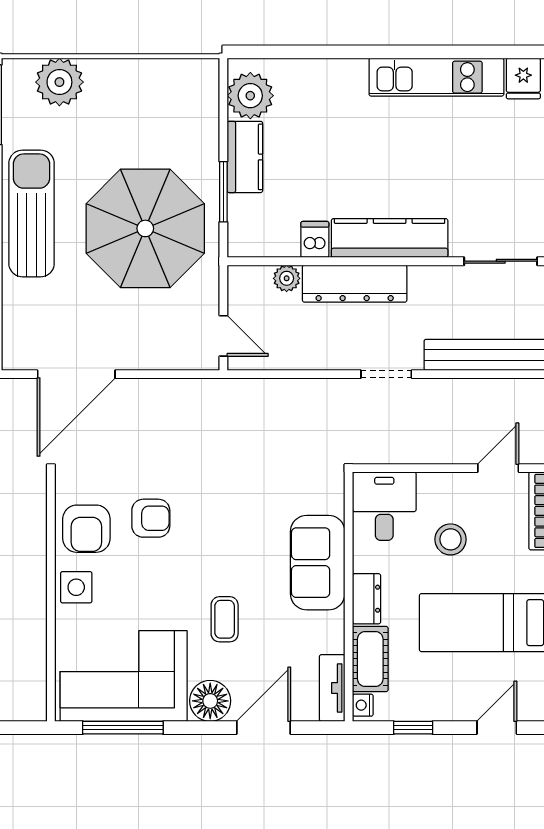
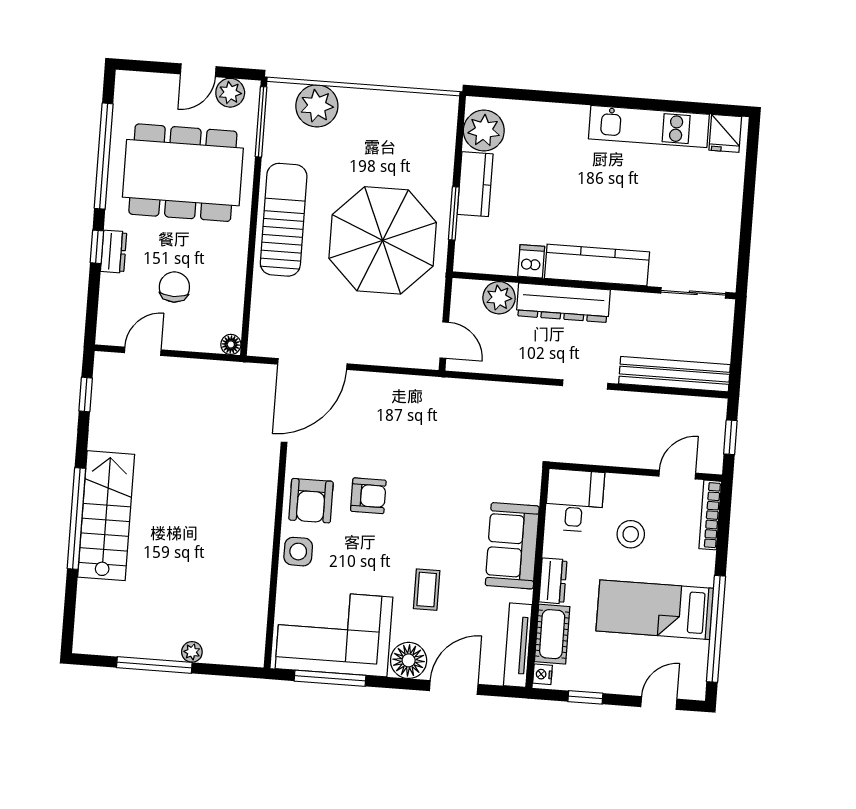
plant: (287, 278) -> (499, 298), width x1.38, depth x1.38
tv unit: (332, 688) -> (518, 645), width x1.41

